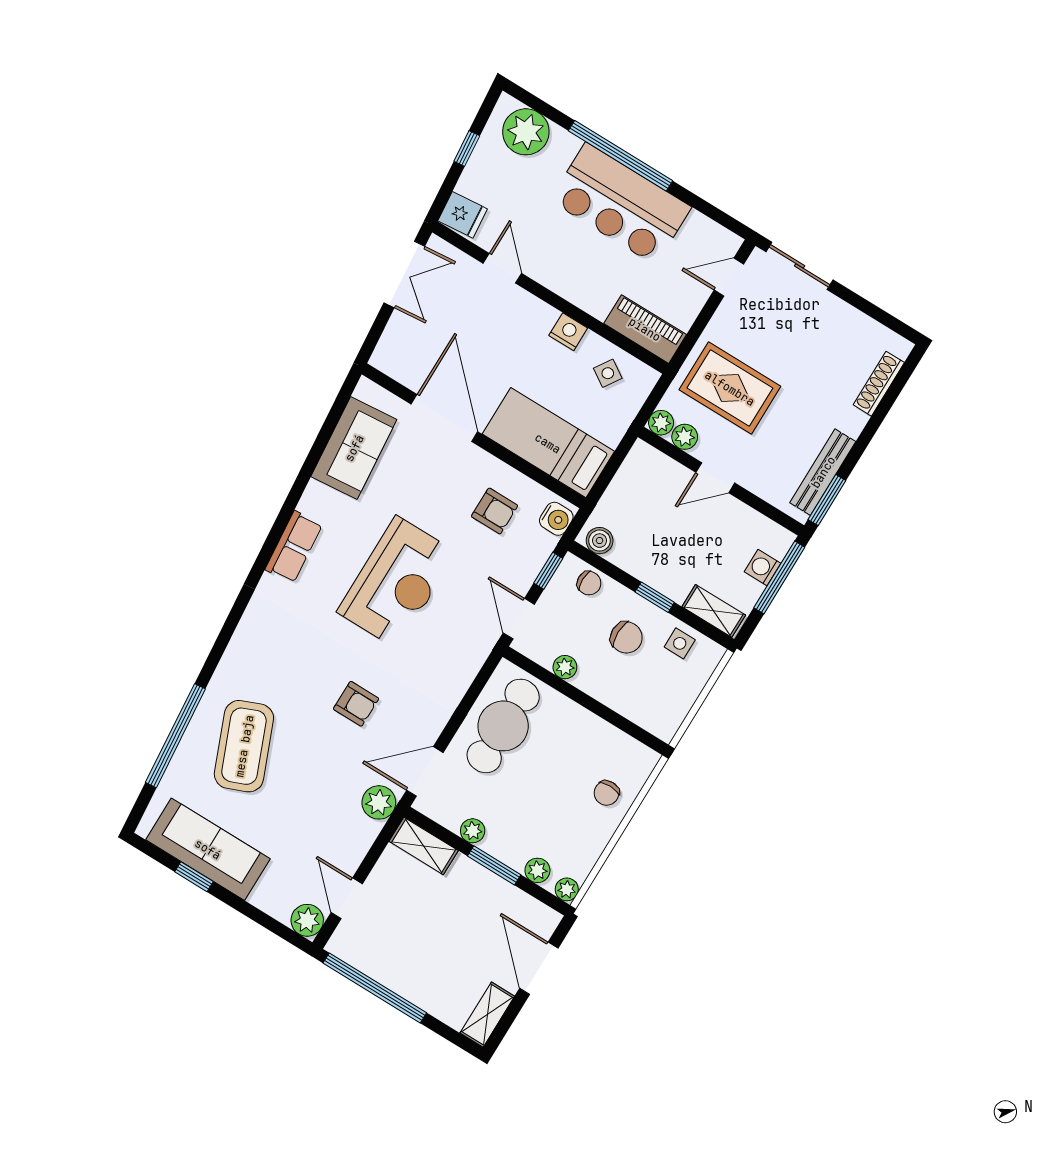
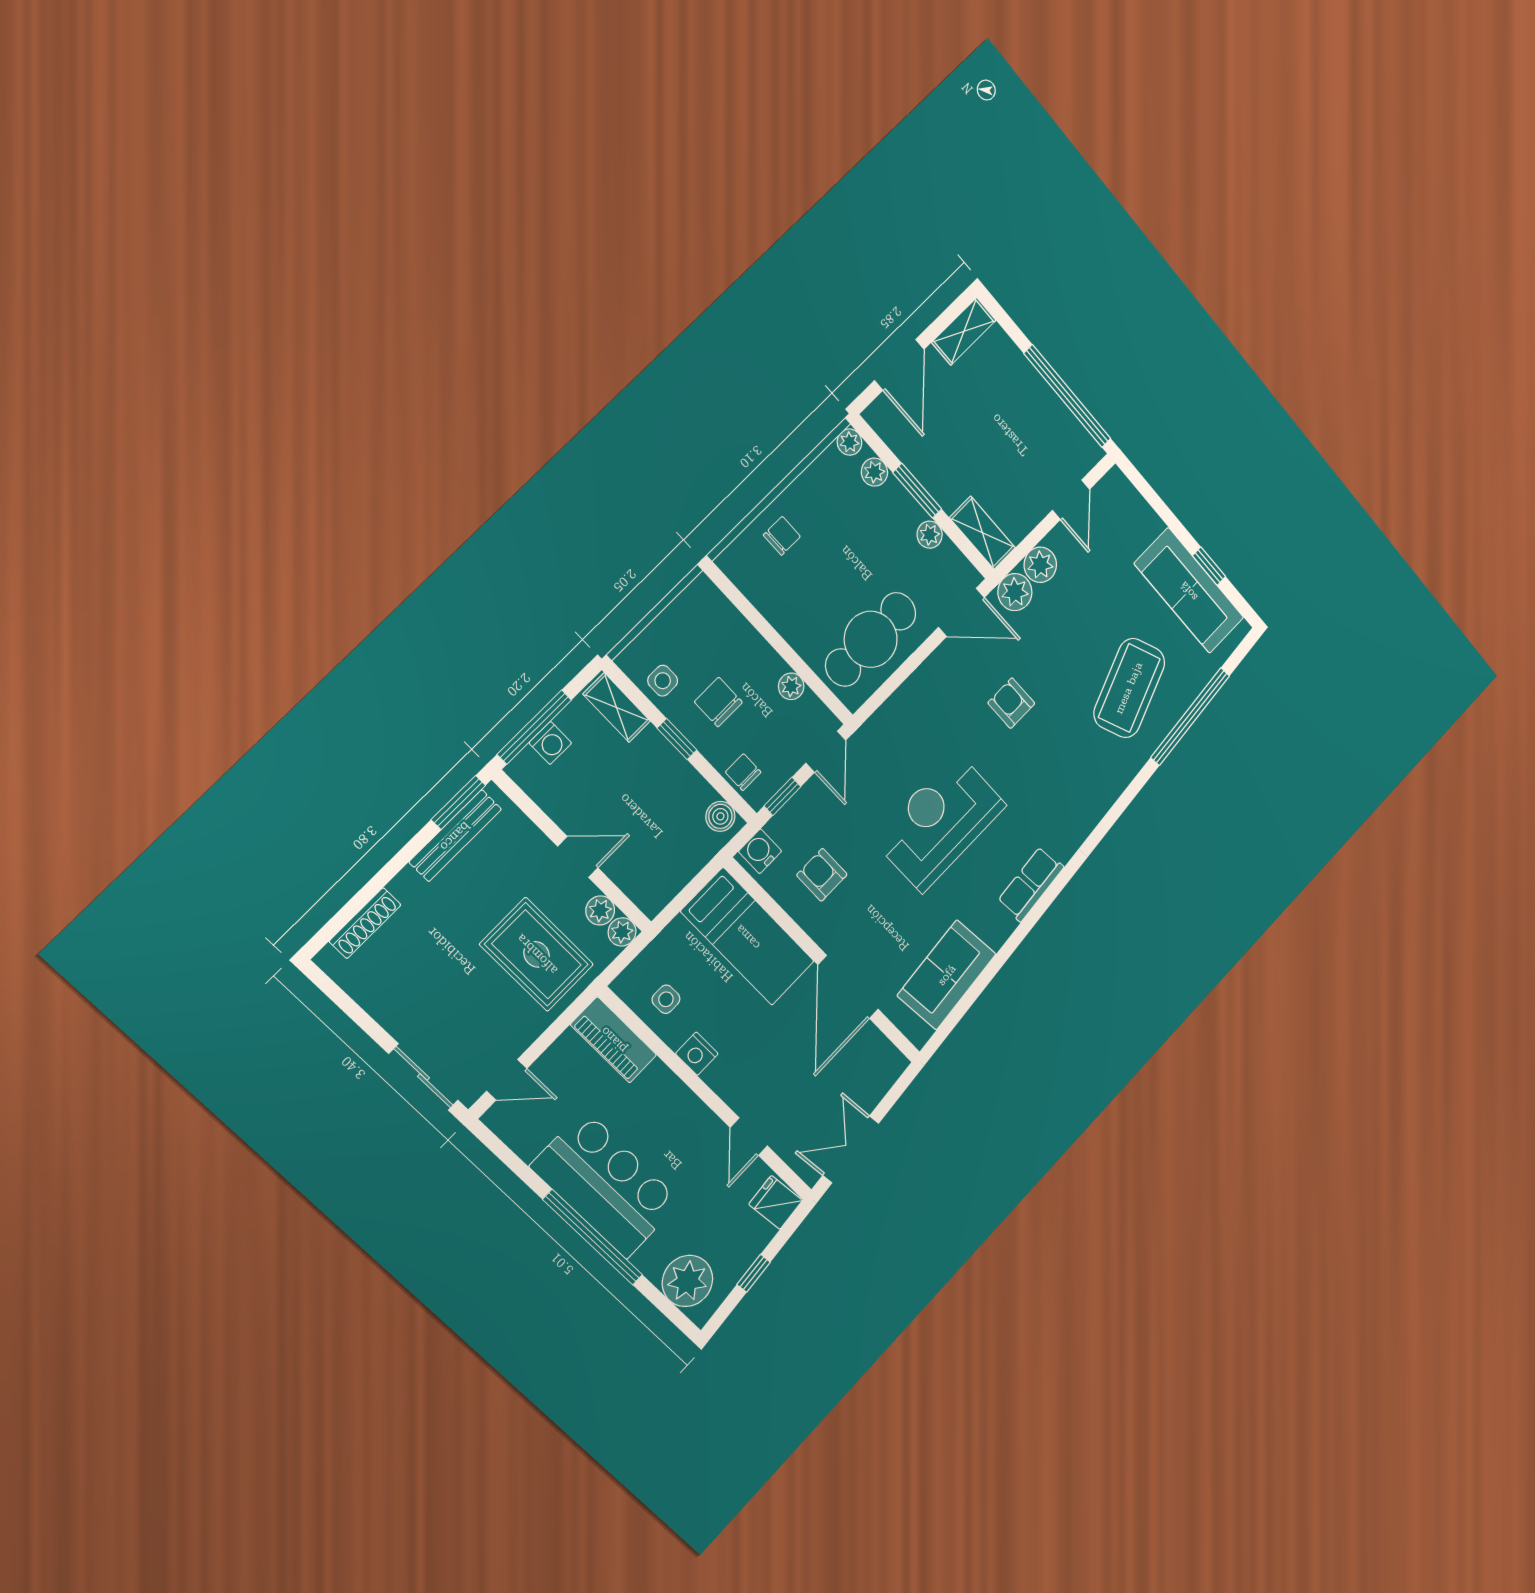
side table: (608, 373) -> (666, 999), turned -33
plant: (307, 920) -> (1040, 565), moved

